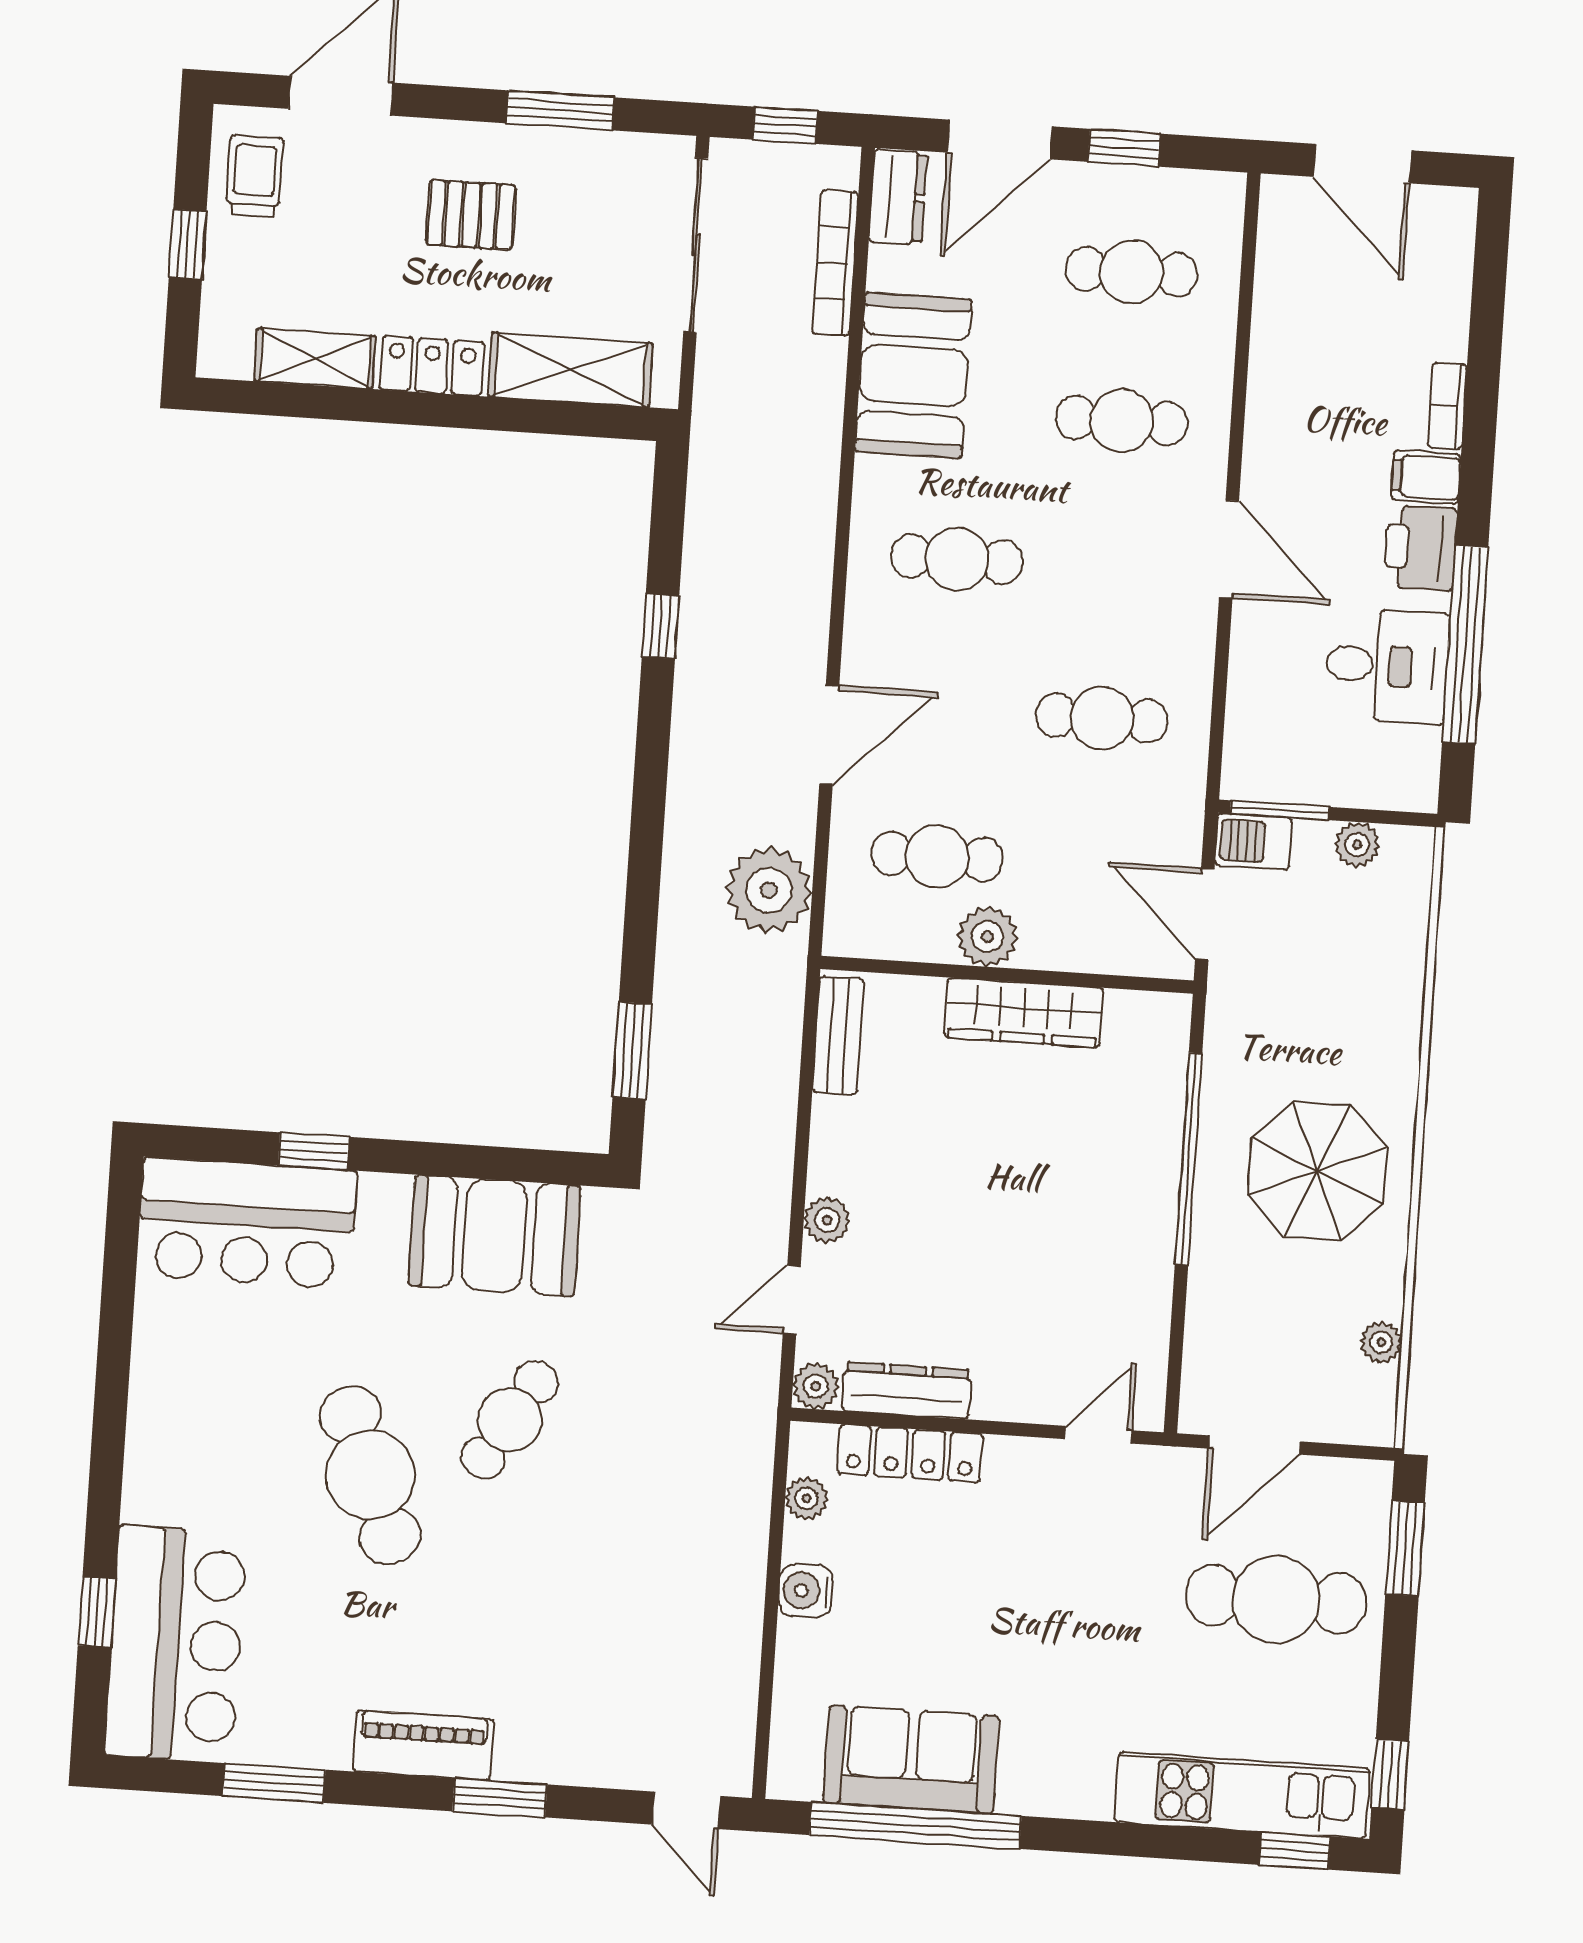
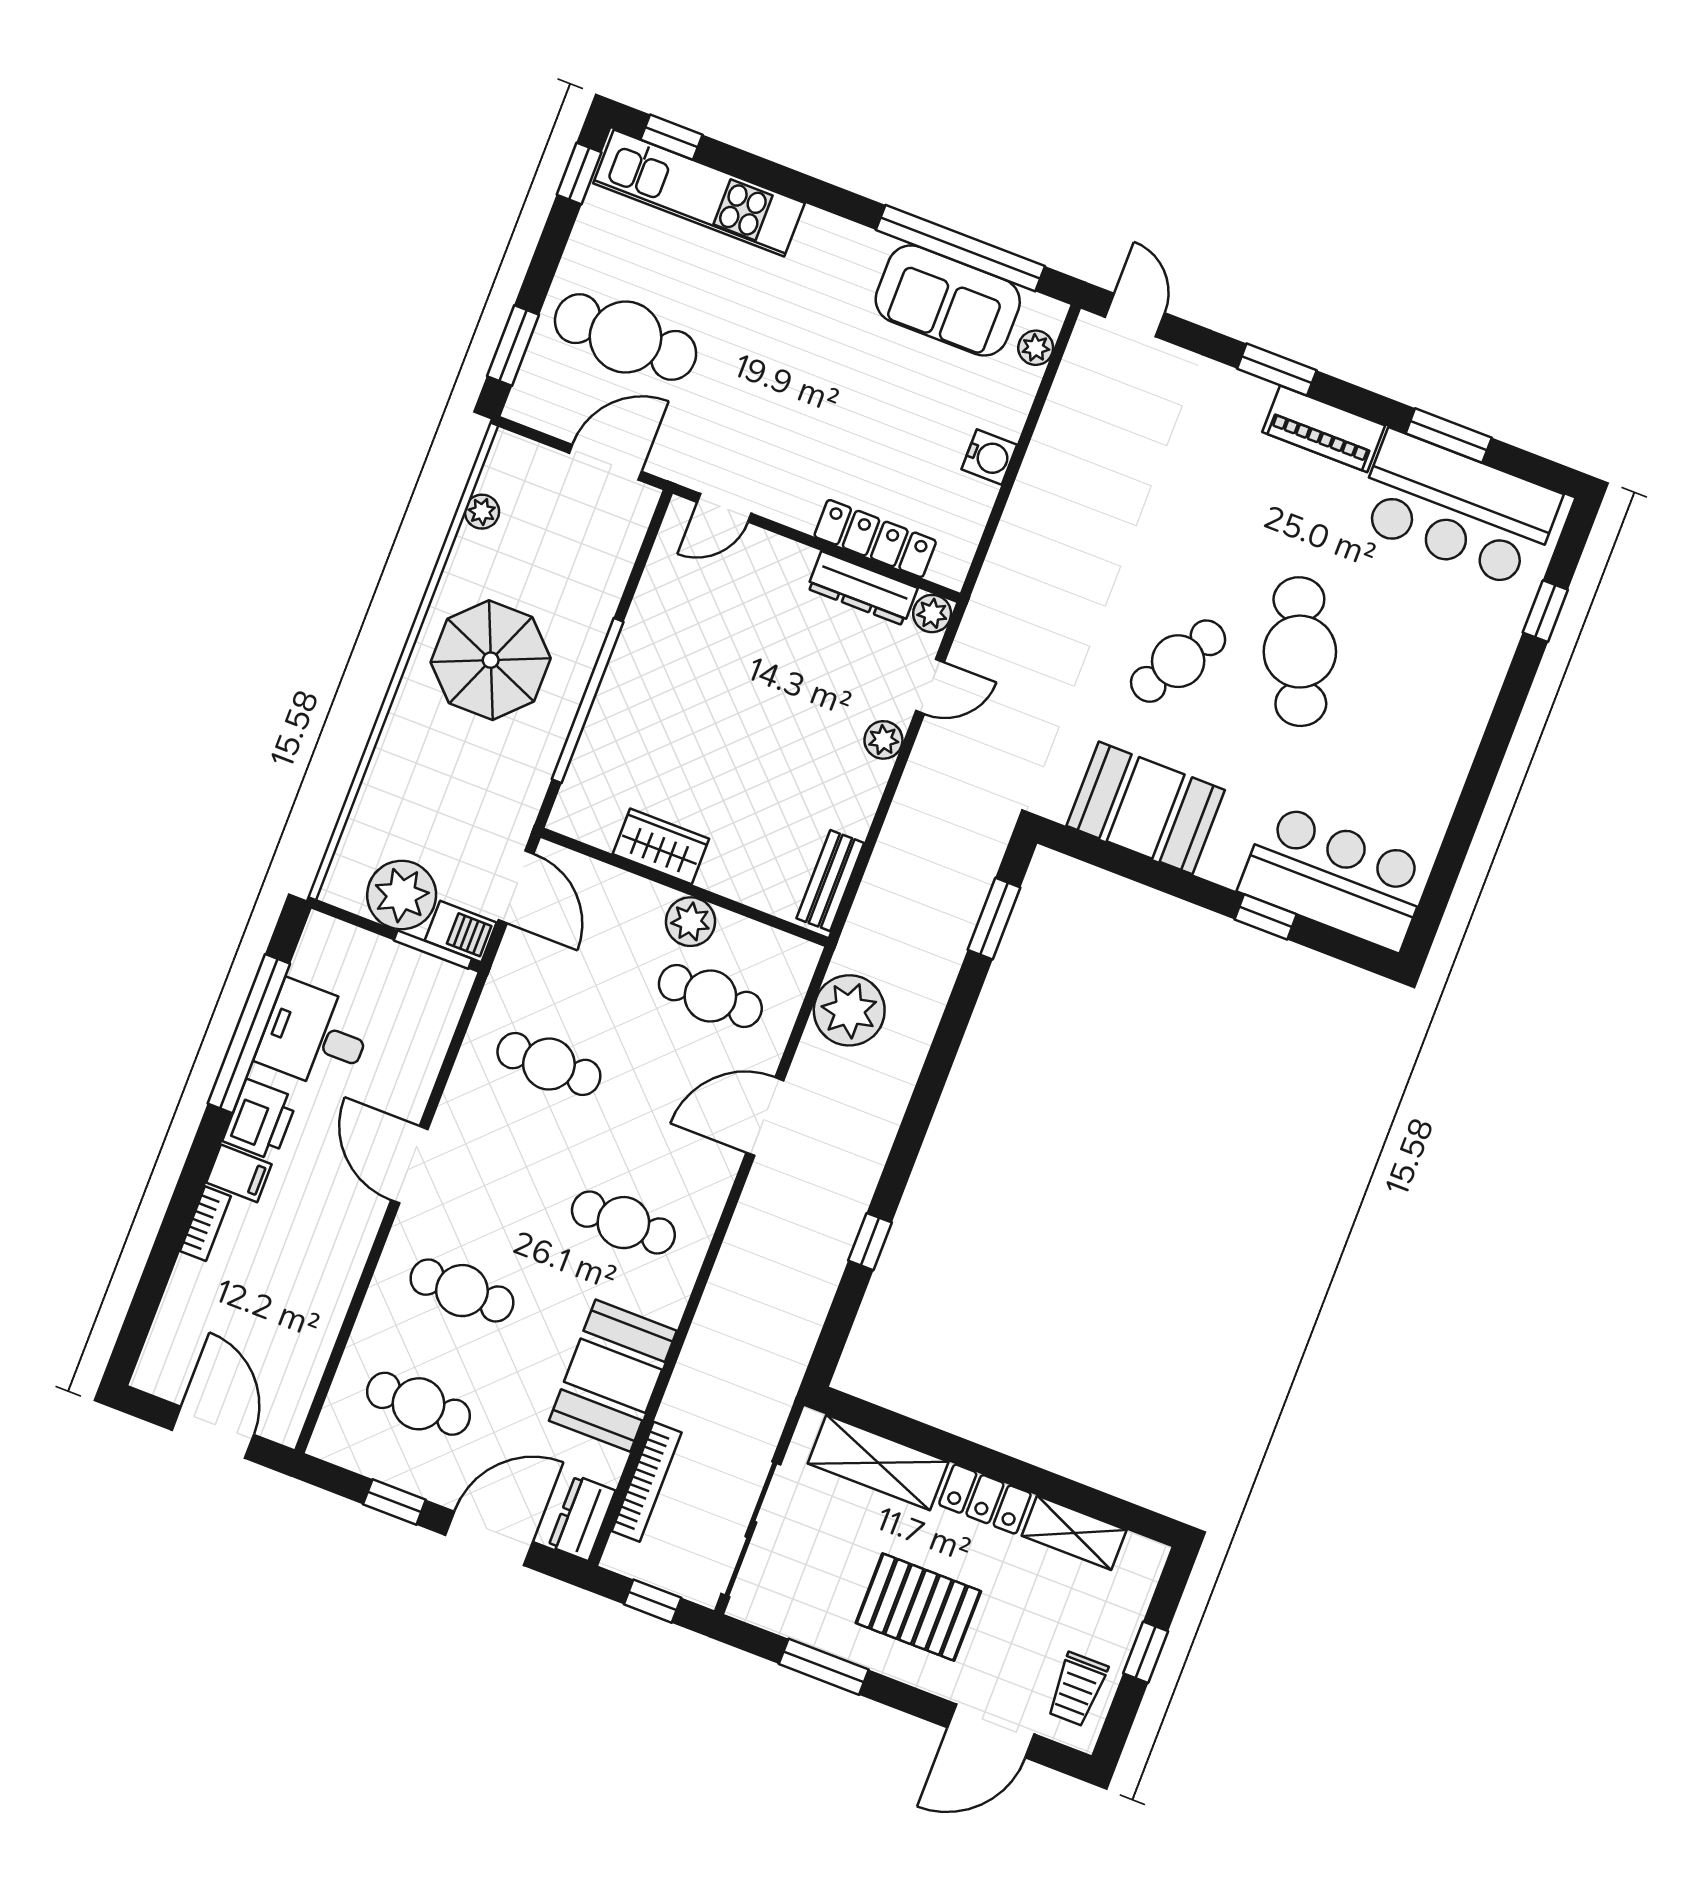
pallet: (471, 215) -> (918, 1607), width x1.50, depth x1.42
plant: (1357, 845) -> (402, 895), width x1.88, depth x1.88
wardrobe: (1024, 1013) -> (661, 846), width x0.67
plant: (806, 1498) -> (1036, 348), moved
bar counter: (176, 1644) -> (1457, 509), moved, turned -90

